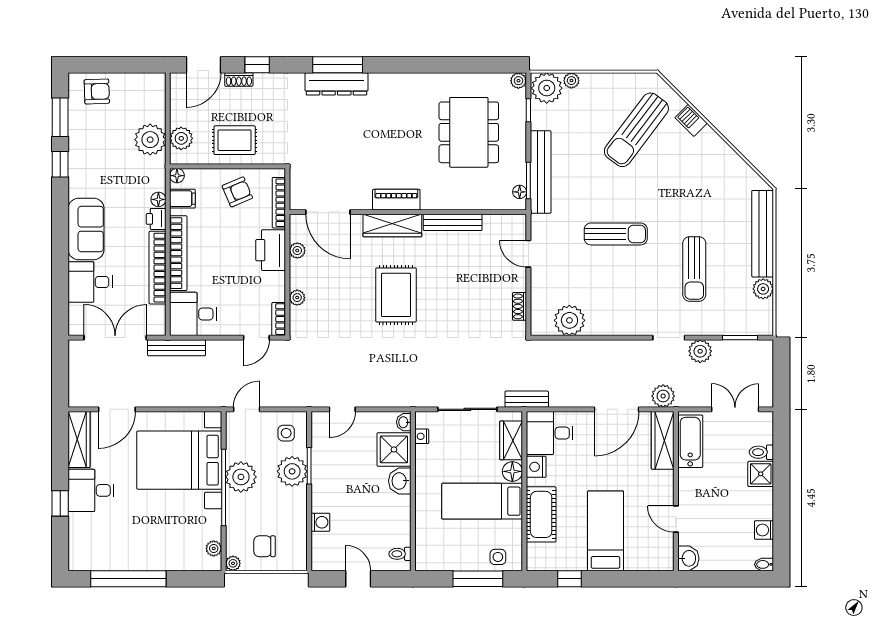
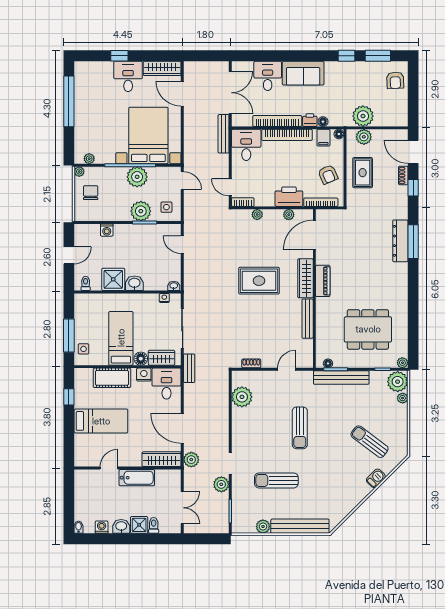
sun lounger: (636, 130) -> (370, 442), width x0.73, depth x0.75
bathtub: (690, 441) -> (137, 478), moved
shower: (394, 449) -> (113, 279), moved
washbasin: (688, 558) -> (121, 526), moved, turned 180

